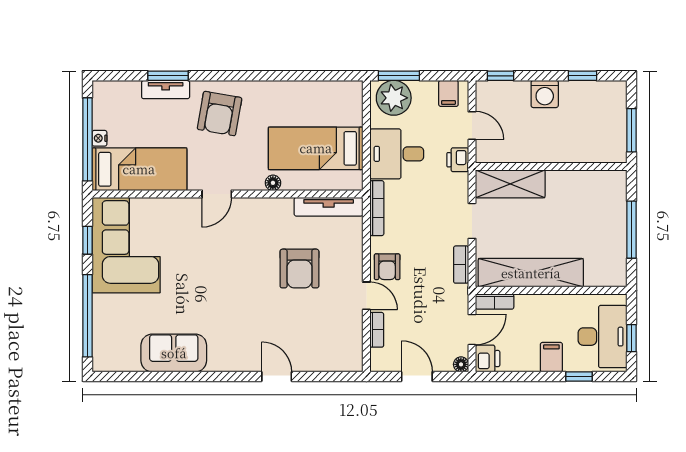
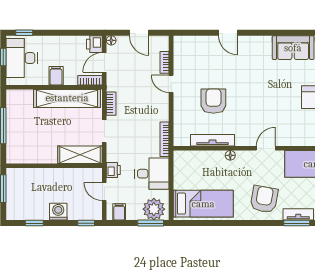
bed: (316, 148) -> (203, 204), moved
tv unit: (329, 207) -> (212, 140), moved
armchair: (387, 267) -> (158, 102), removed
filing cabinet: (551, 357) -> (56, 76), moved, turned 180
window: (579, 377) -> (24, 33), moved

